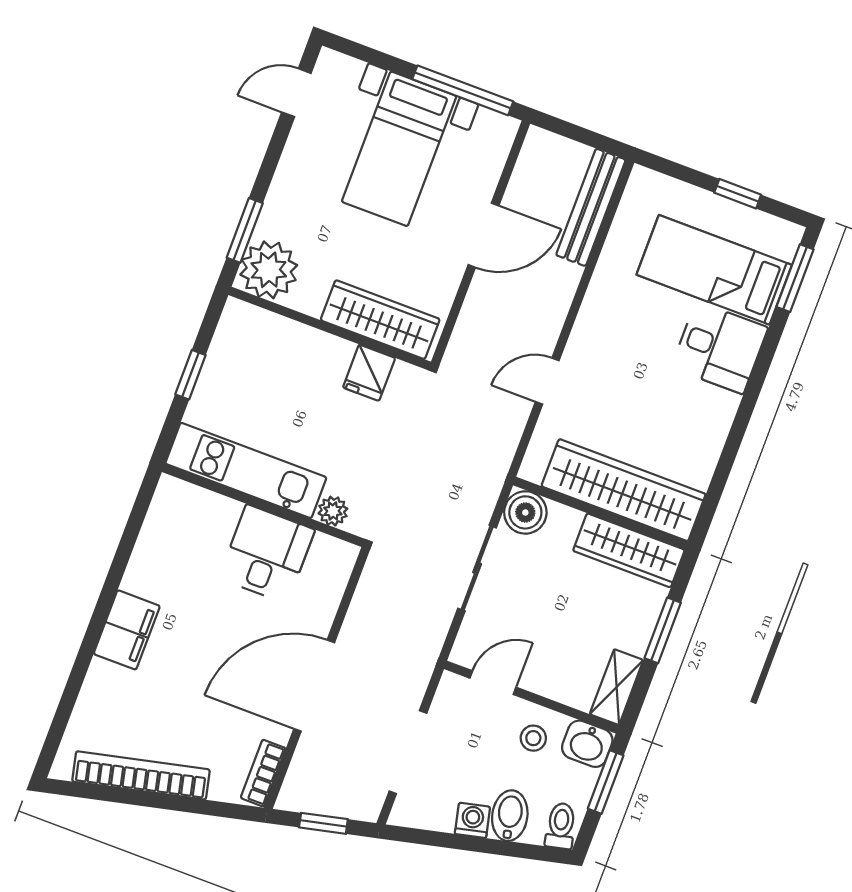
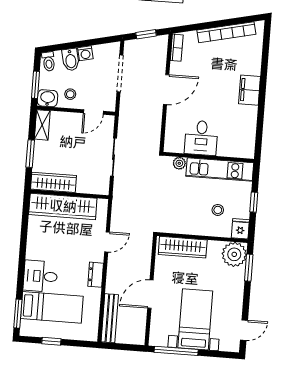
dresser: (594, 315) -> (96, 275), added
fridge: (369, 373) -> (240, 229), moved
stool: (277, 381) -> (218, 210), added
boiler: (525, 512) -> (100, 186), removed
door: (314, 686) -> (166, 90), width x0.73

